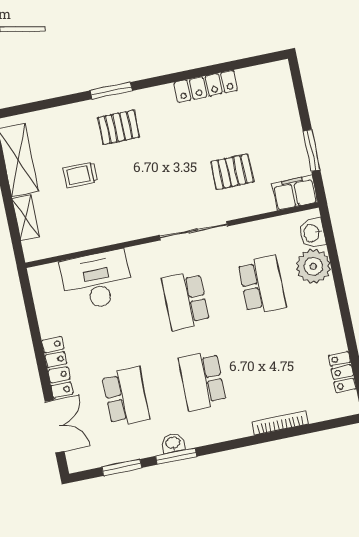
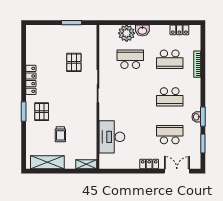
locker: (206, 86) -> (31, 80), moved
filing cabinet: (295, 193) -> (90, 35), removed
shelving: (26, 218) -> (86, 164), moved
washbasin: (312, 233) -> (142, 30), moved
school desk: (186, 301) -> (170, 59), moved
locker: (57, 367) -> (149, 164), width x0.66

